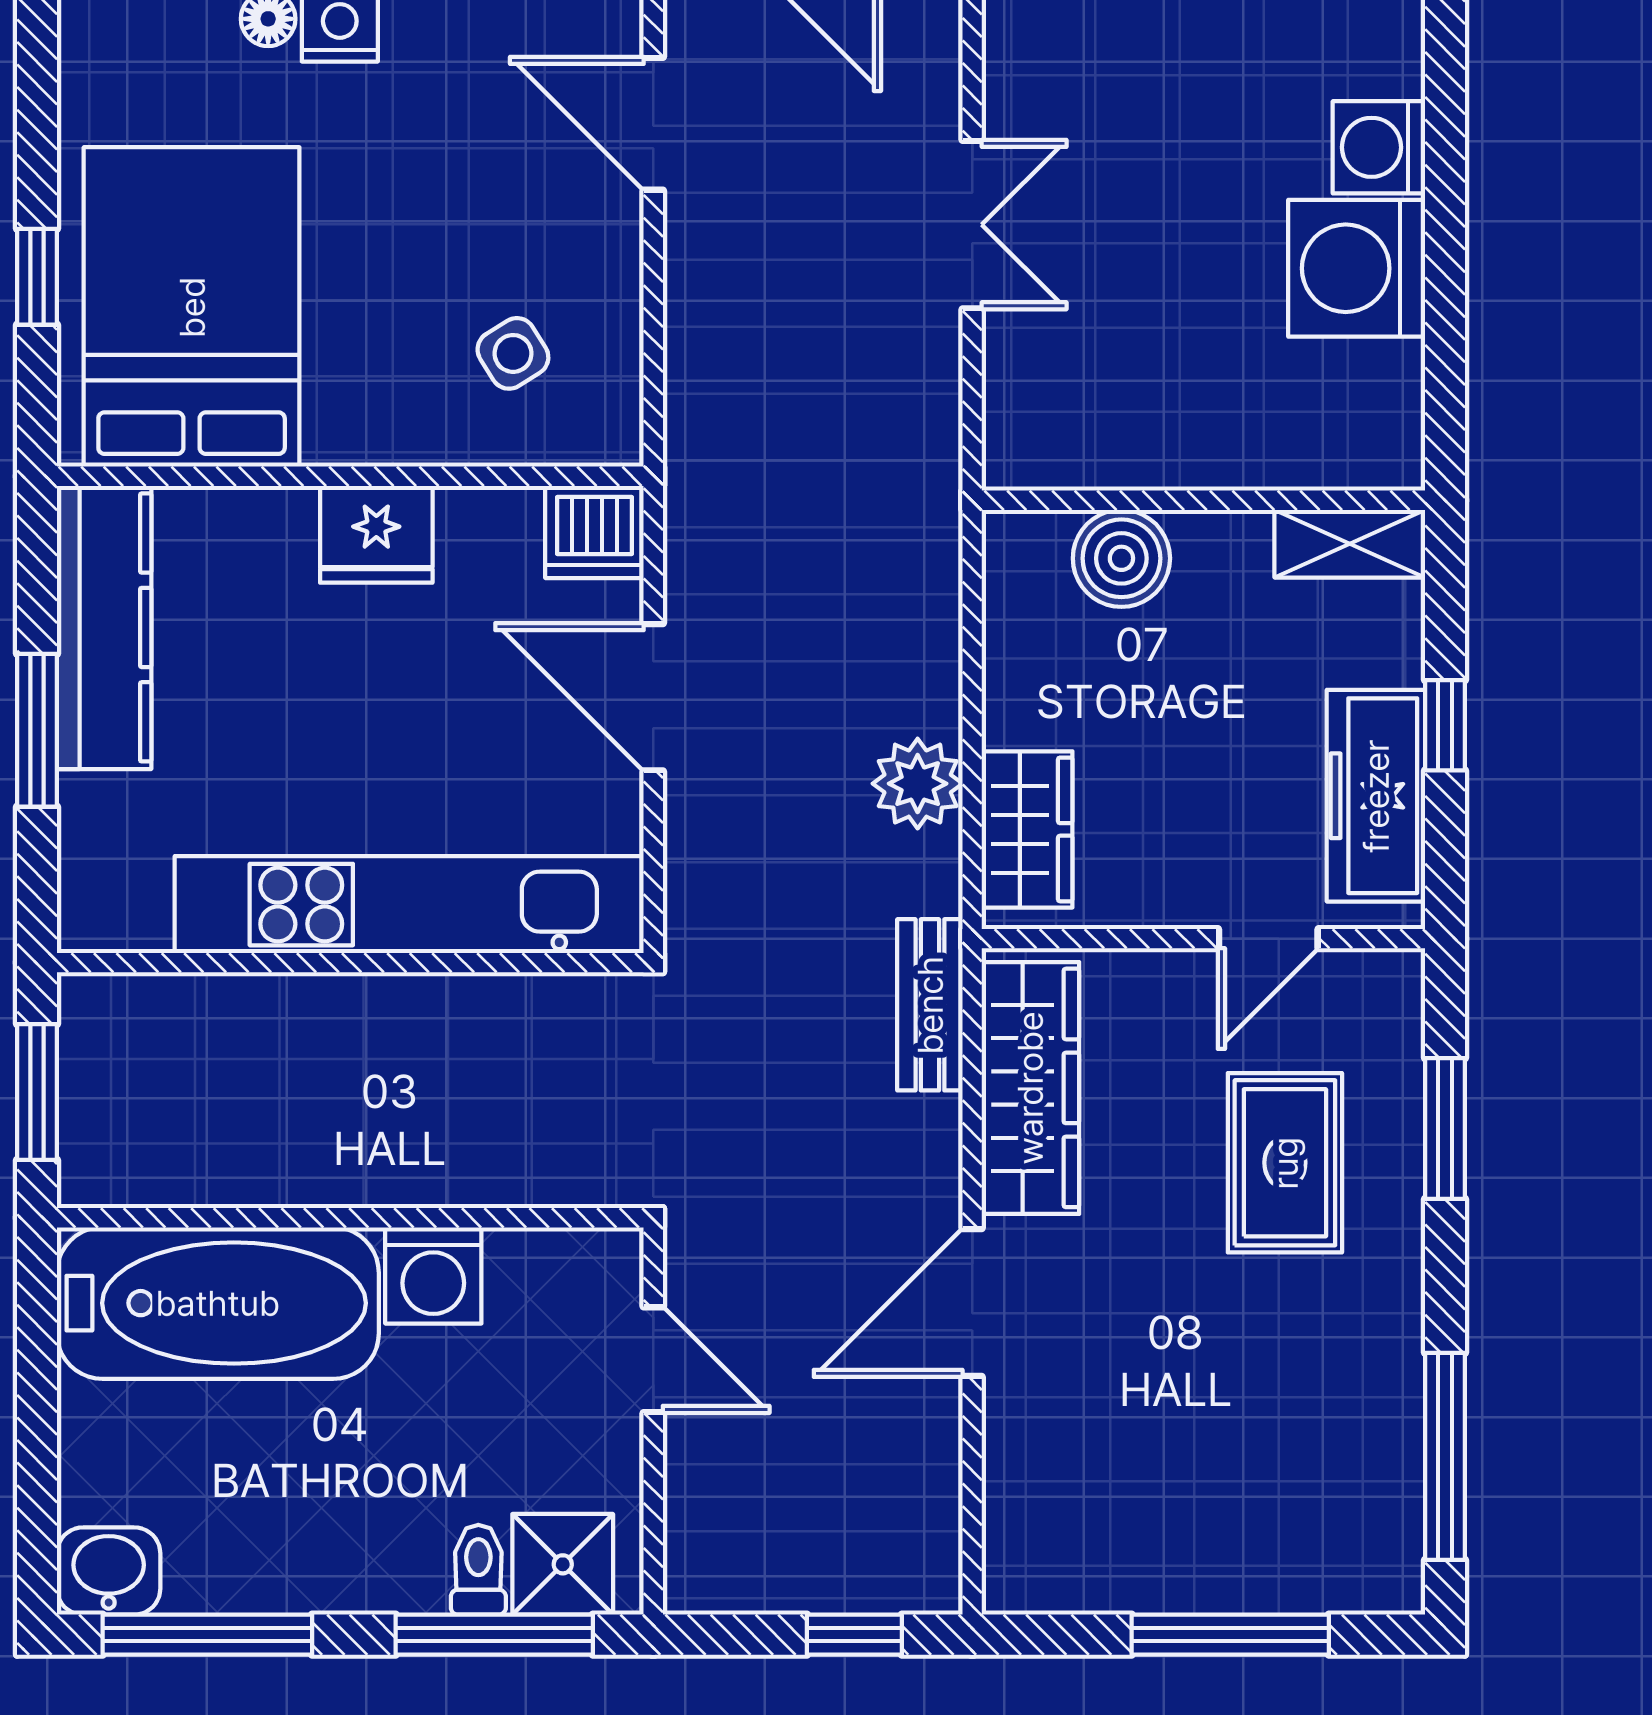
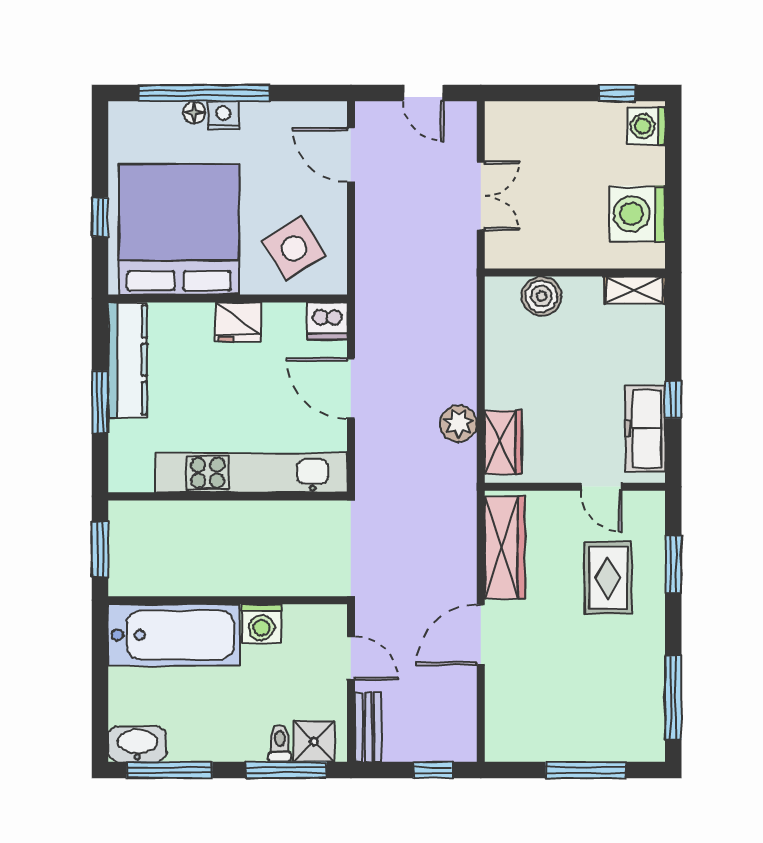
washing machine: (1379, 147) -> (646, 126), moved
bed: (192, 307) -> (179, 229), width x1.36
side table: (513, 353) -> (294, 248), width x1.87, depth x1.87
wall: (1203, 500) -> (575, 272), moved
shelving: (1350, 544) -> (634, 290), moved
boiler: (1121, 558) -> (542, 296), moved
door: (1268, 939) -> (601, 487), hinge flipped
bench: (930, 1005) -> (368, 727), moved
washbasin: (109, 1571) -> (137, 744), width x1.38

